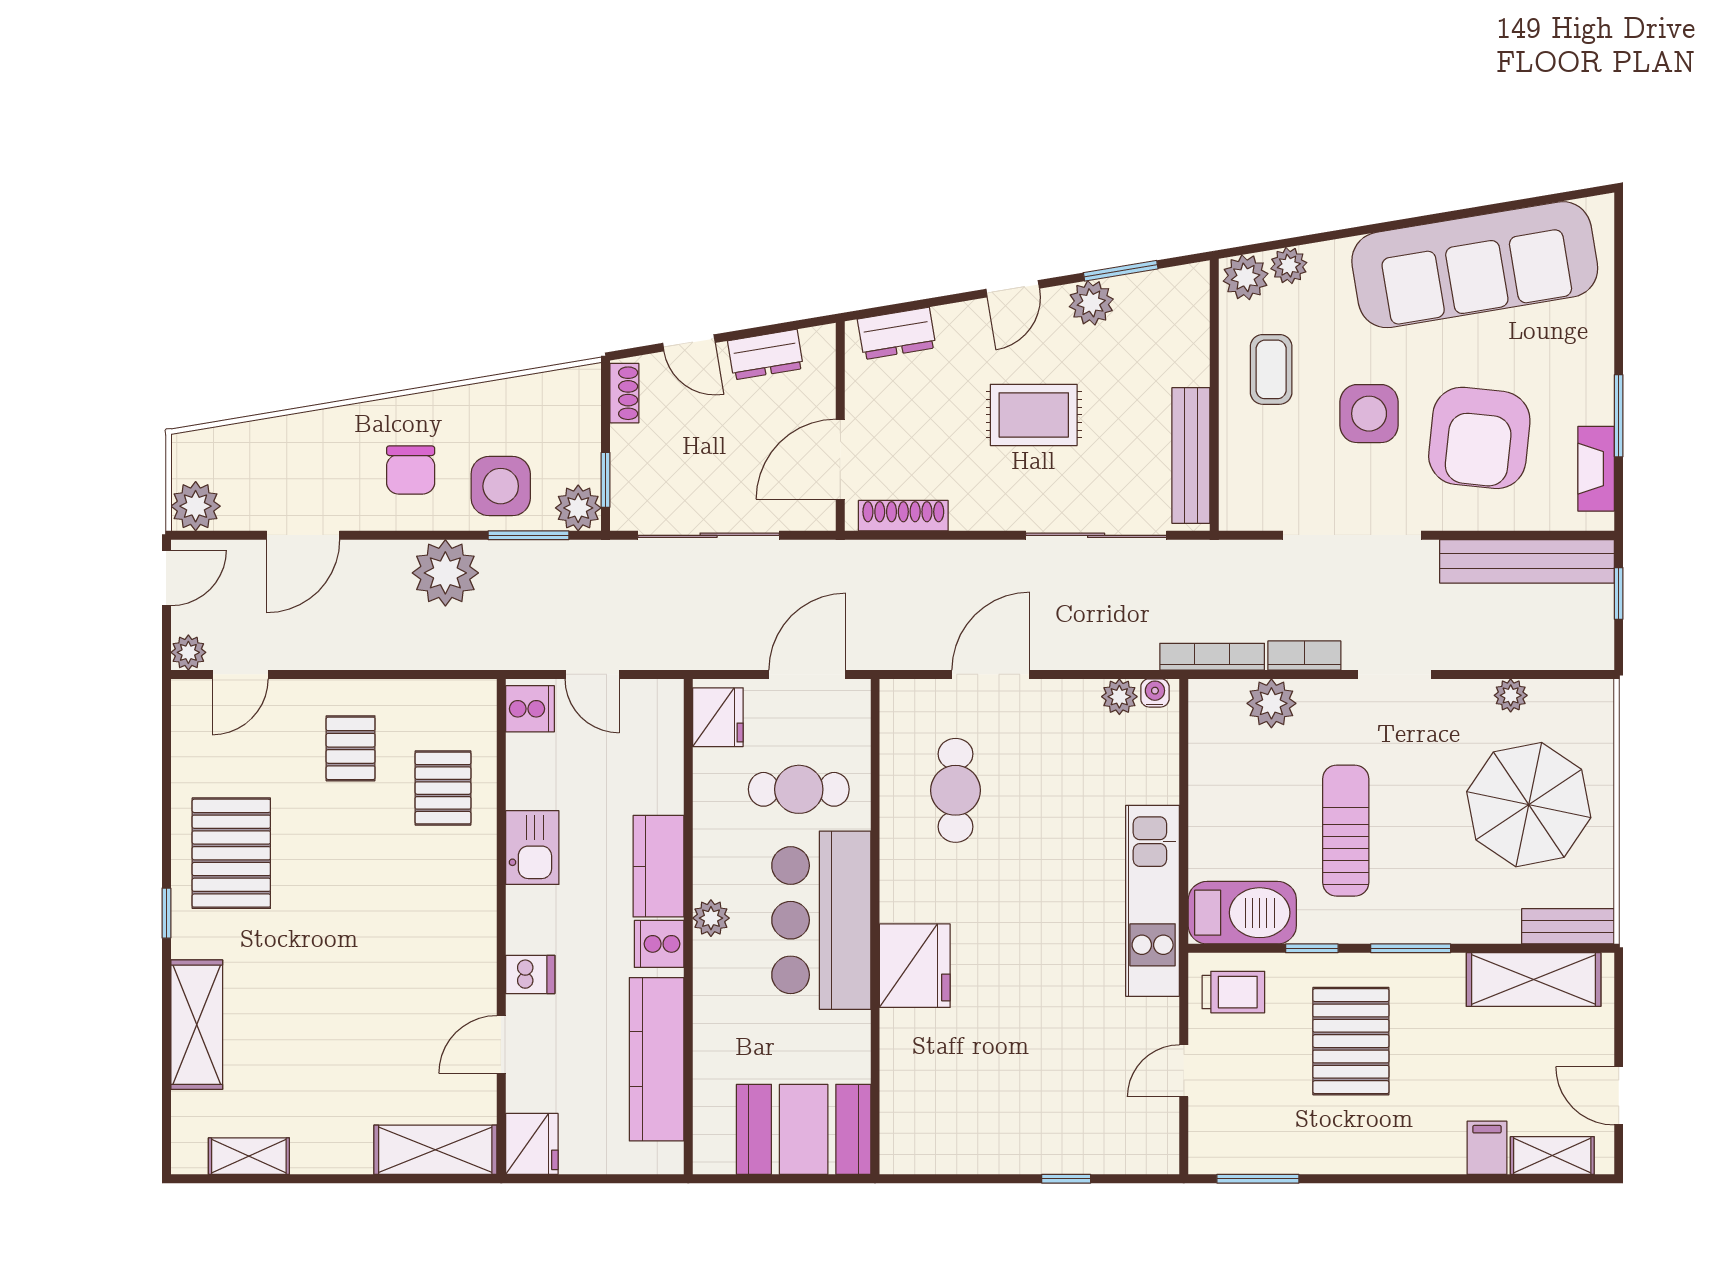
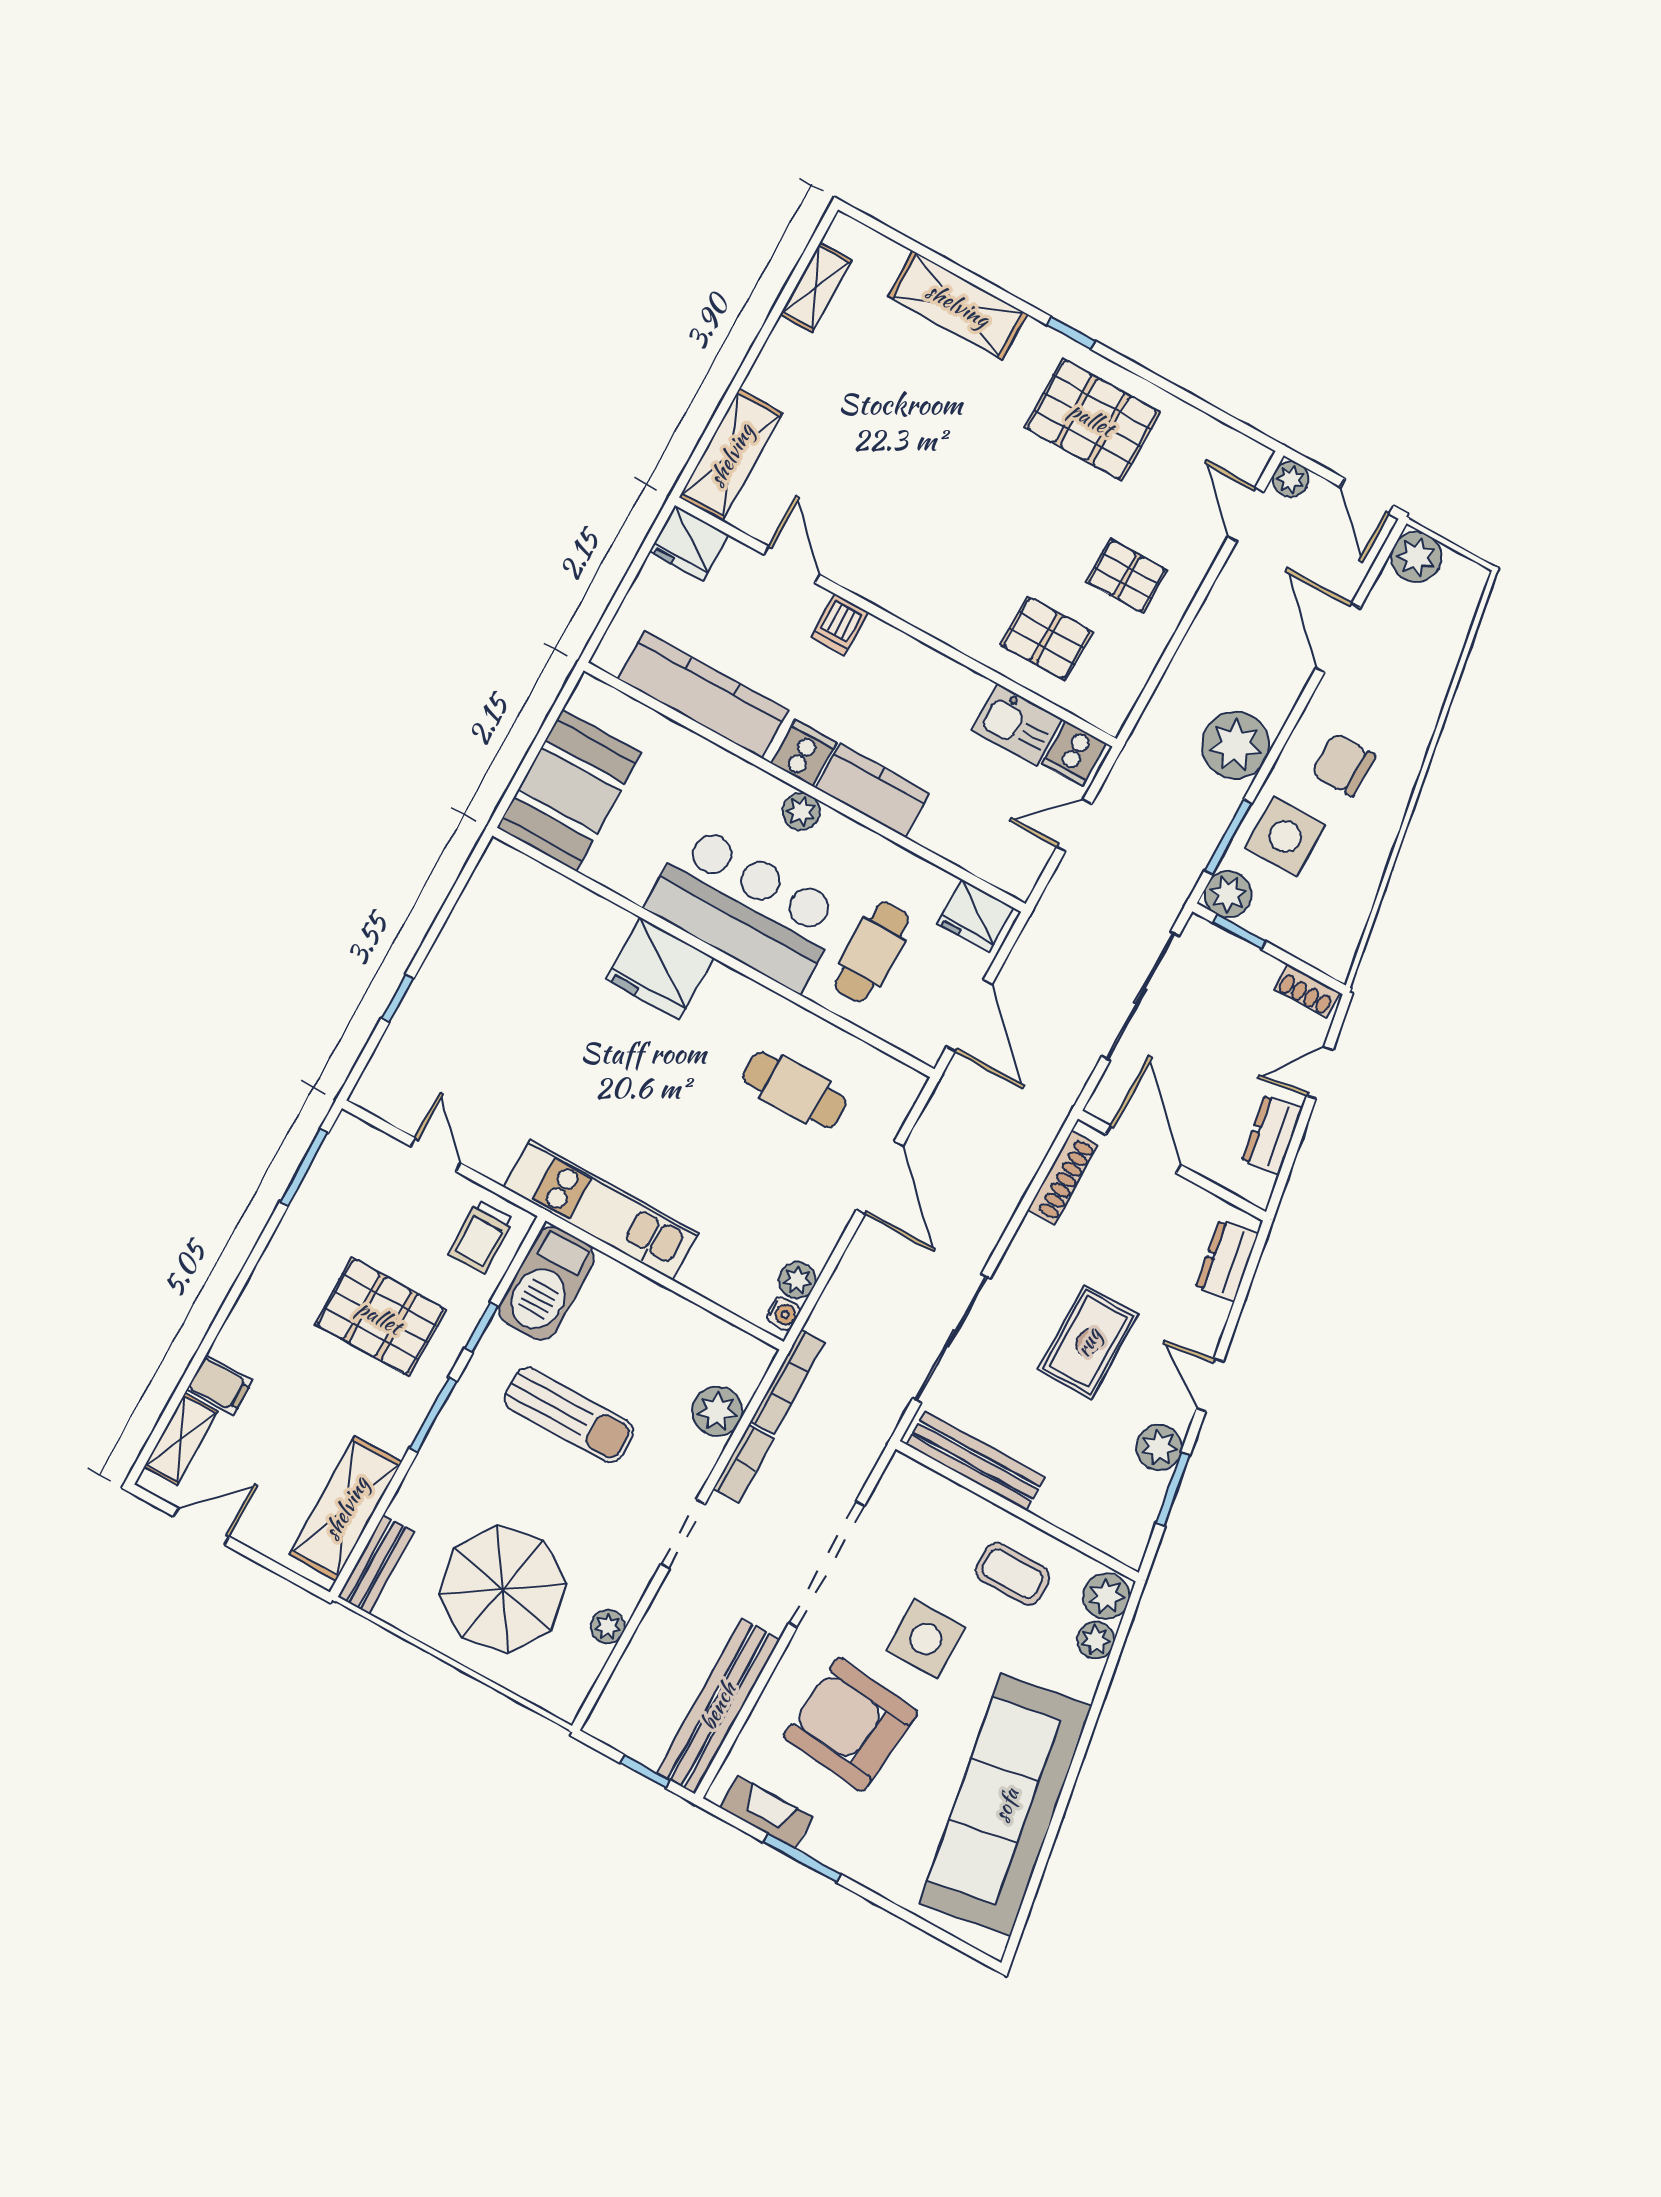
kitchen sink: (532, 848) -> (1017, 725), moved

